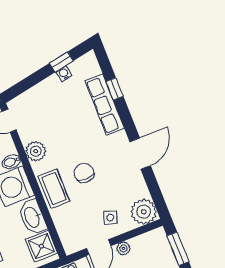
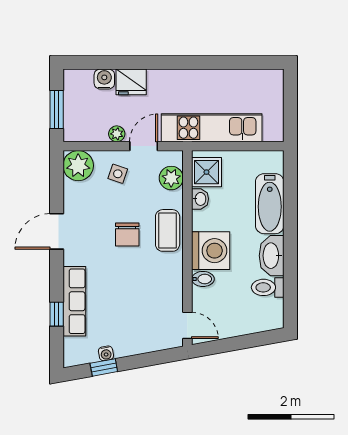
plant: (36, 151) -> (171, 178), moved
washbasin: (32, 217) -> (200, 199), width x0.52, depth x0.69

